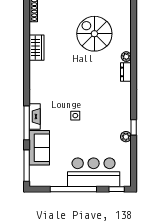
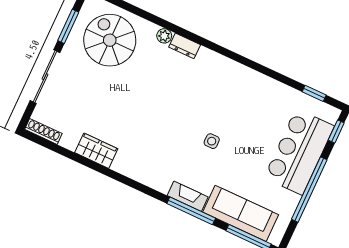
spiral stairs: (94, 34) -> (110, 40), moved, turned 90
window: (134, 127) -> (314, 93), moved
plant: (126, 137) -> (272, 86), removed
sofa: (39, 148) -> (241, 213), width x1.36

